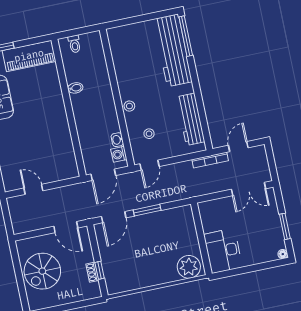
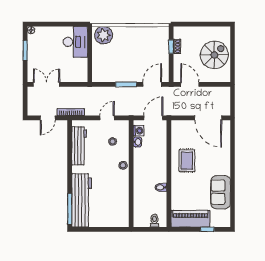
rug: (49, 129) -> (187, 161), added
door: (150, 165) -> (107, 118), moved
door: (33, 189) -> (208, 118), width x1.88

